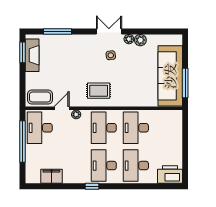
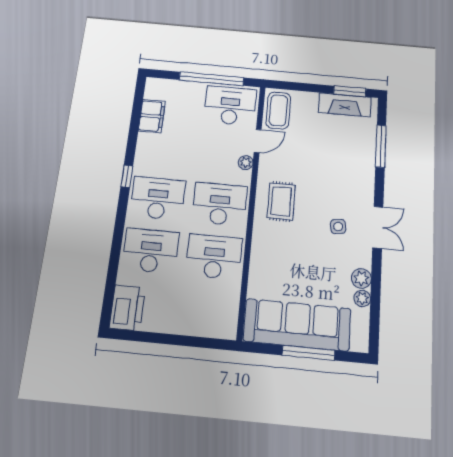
plant: (129, 39) -> (362, 298), moved
window: (185, 83) -> (308, 353), moved
door: (62, 108) -> (258, 141), hinge flipped

